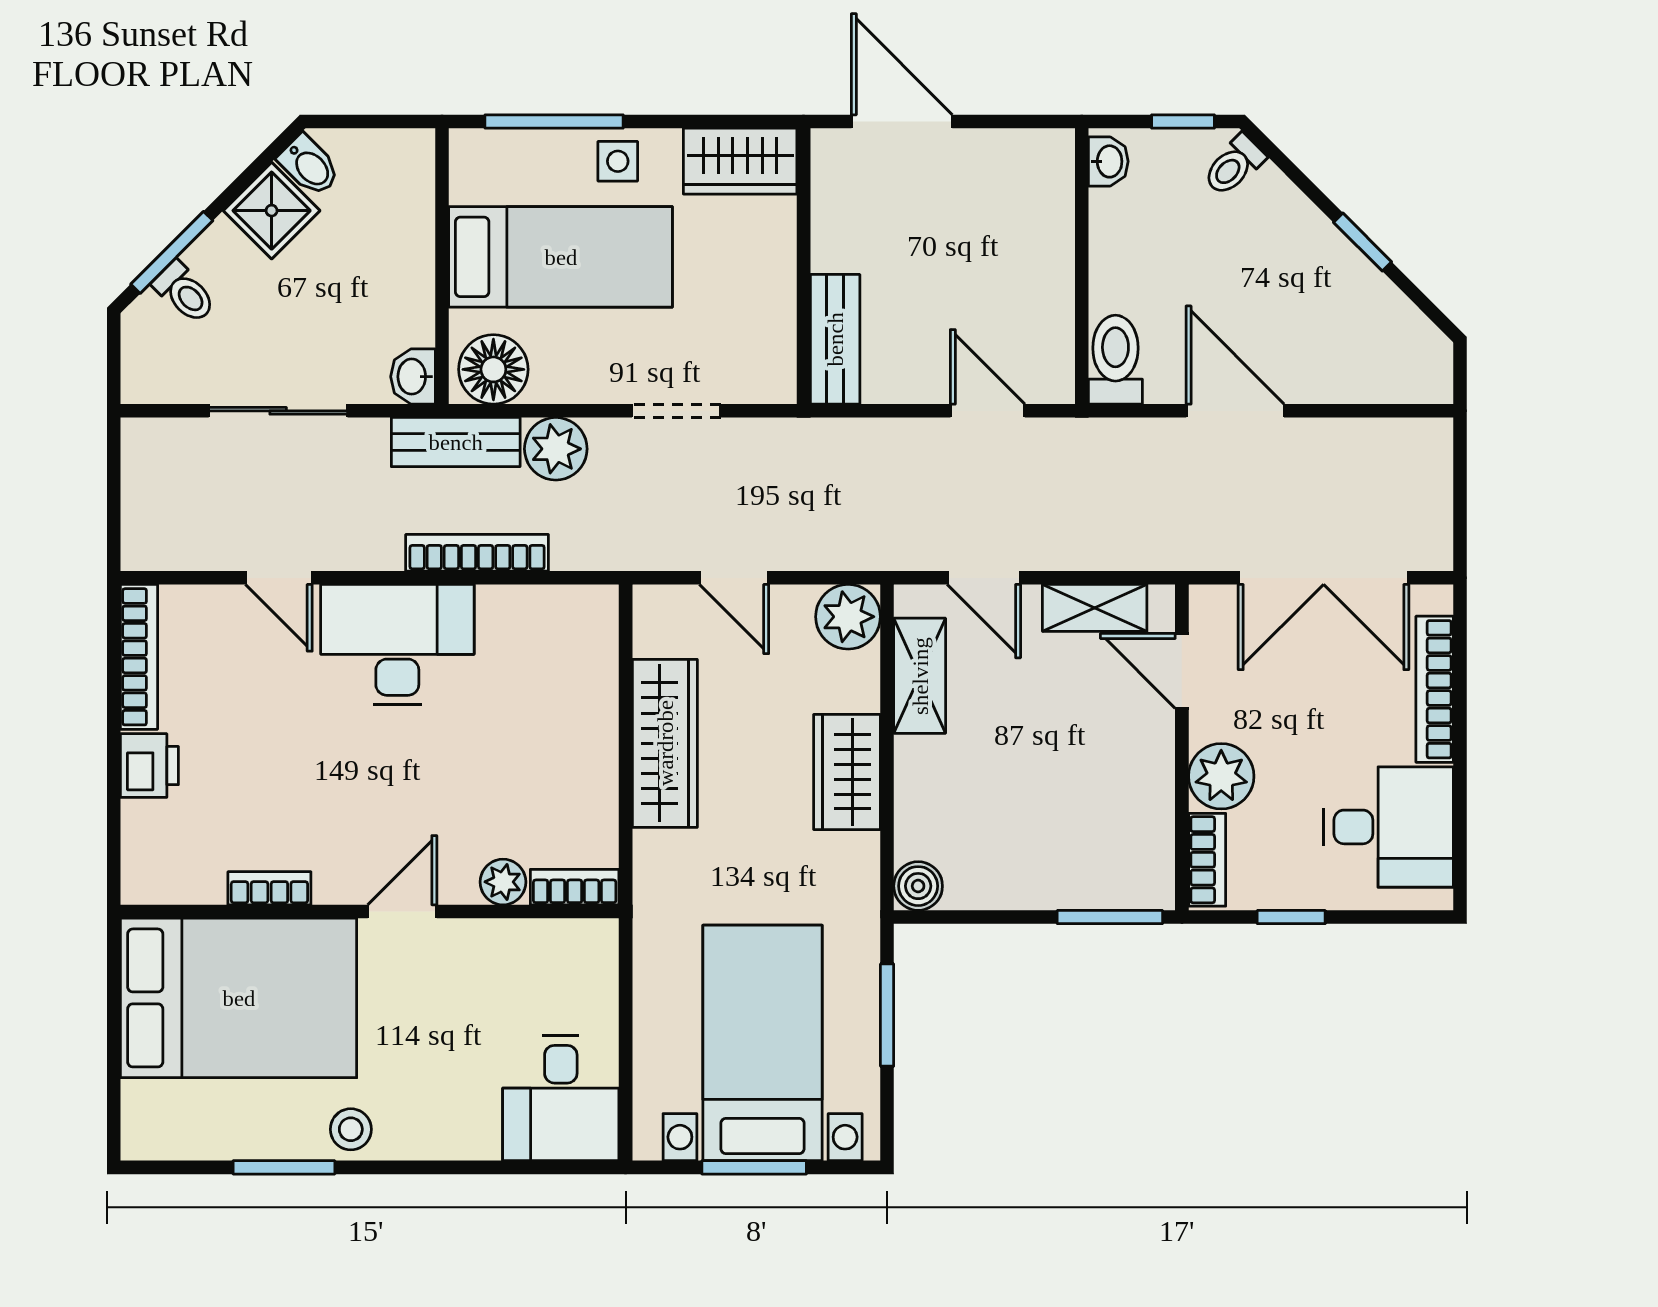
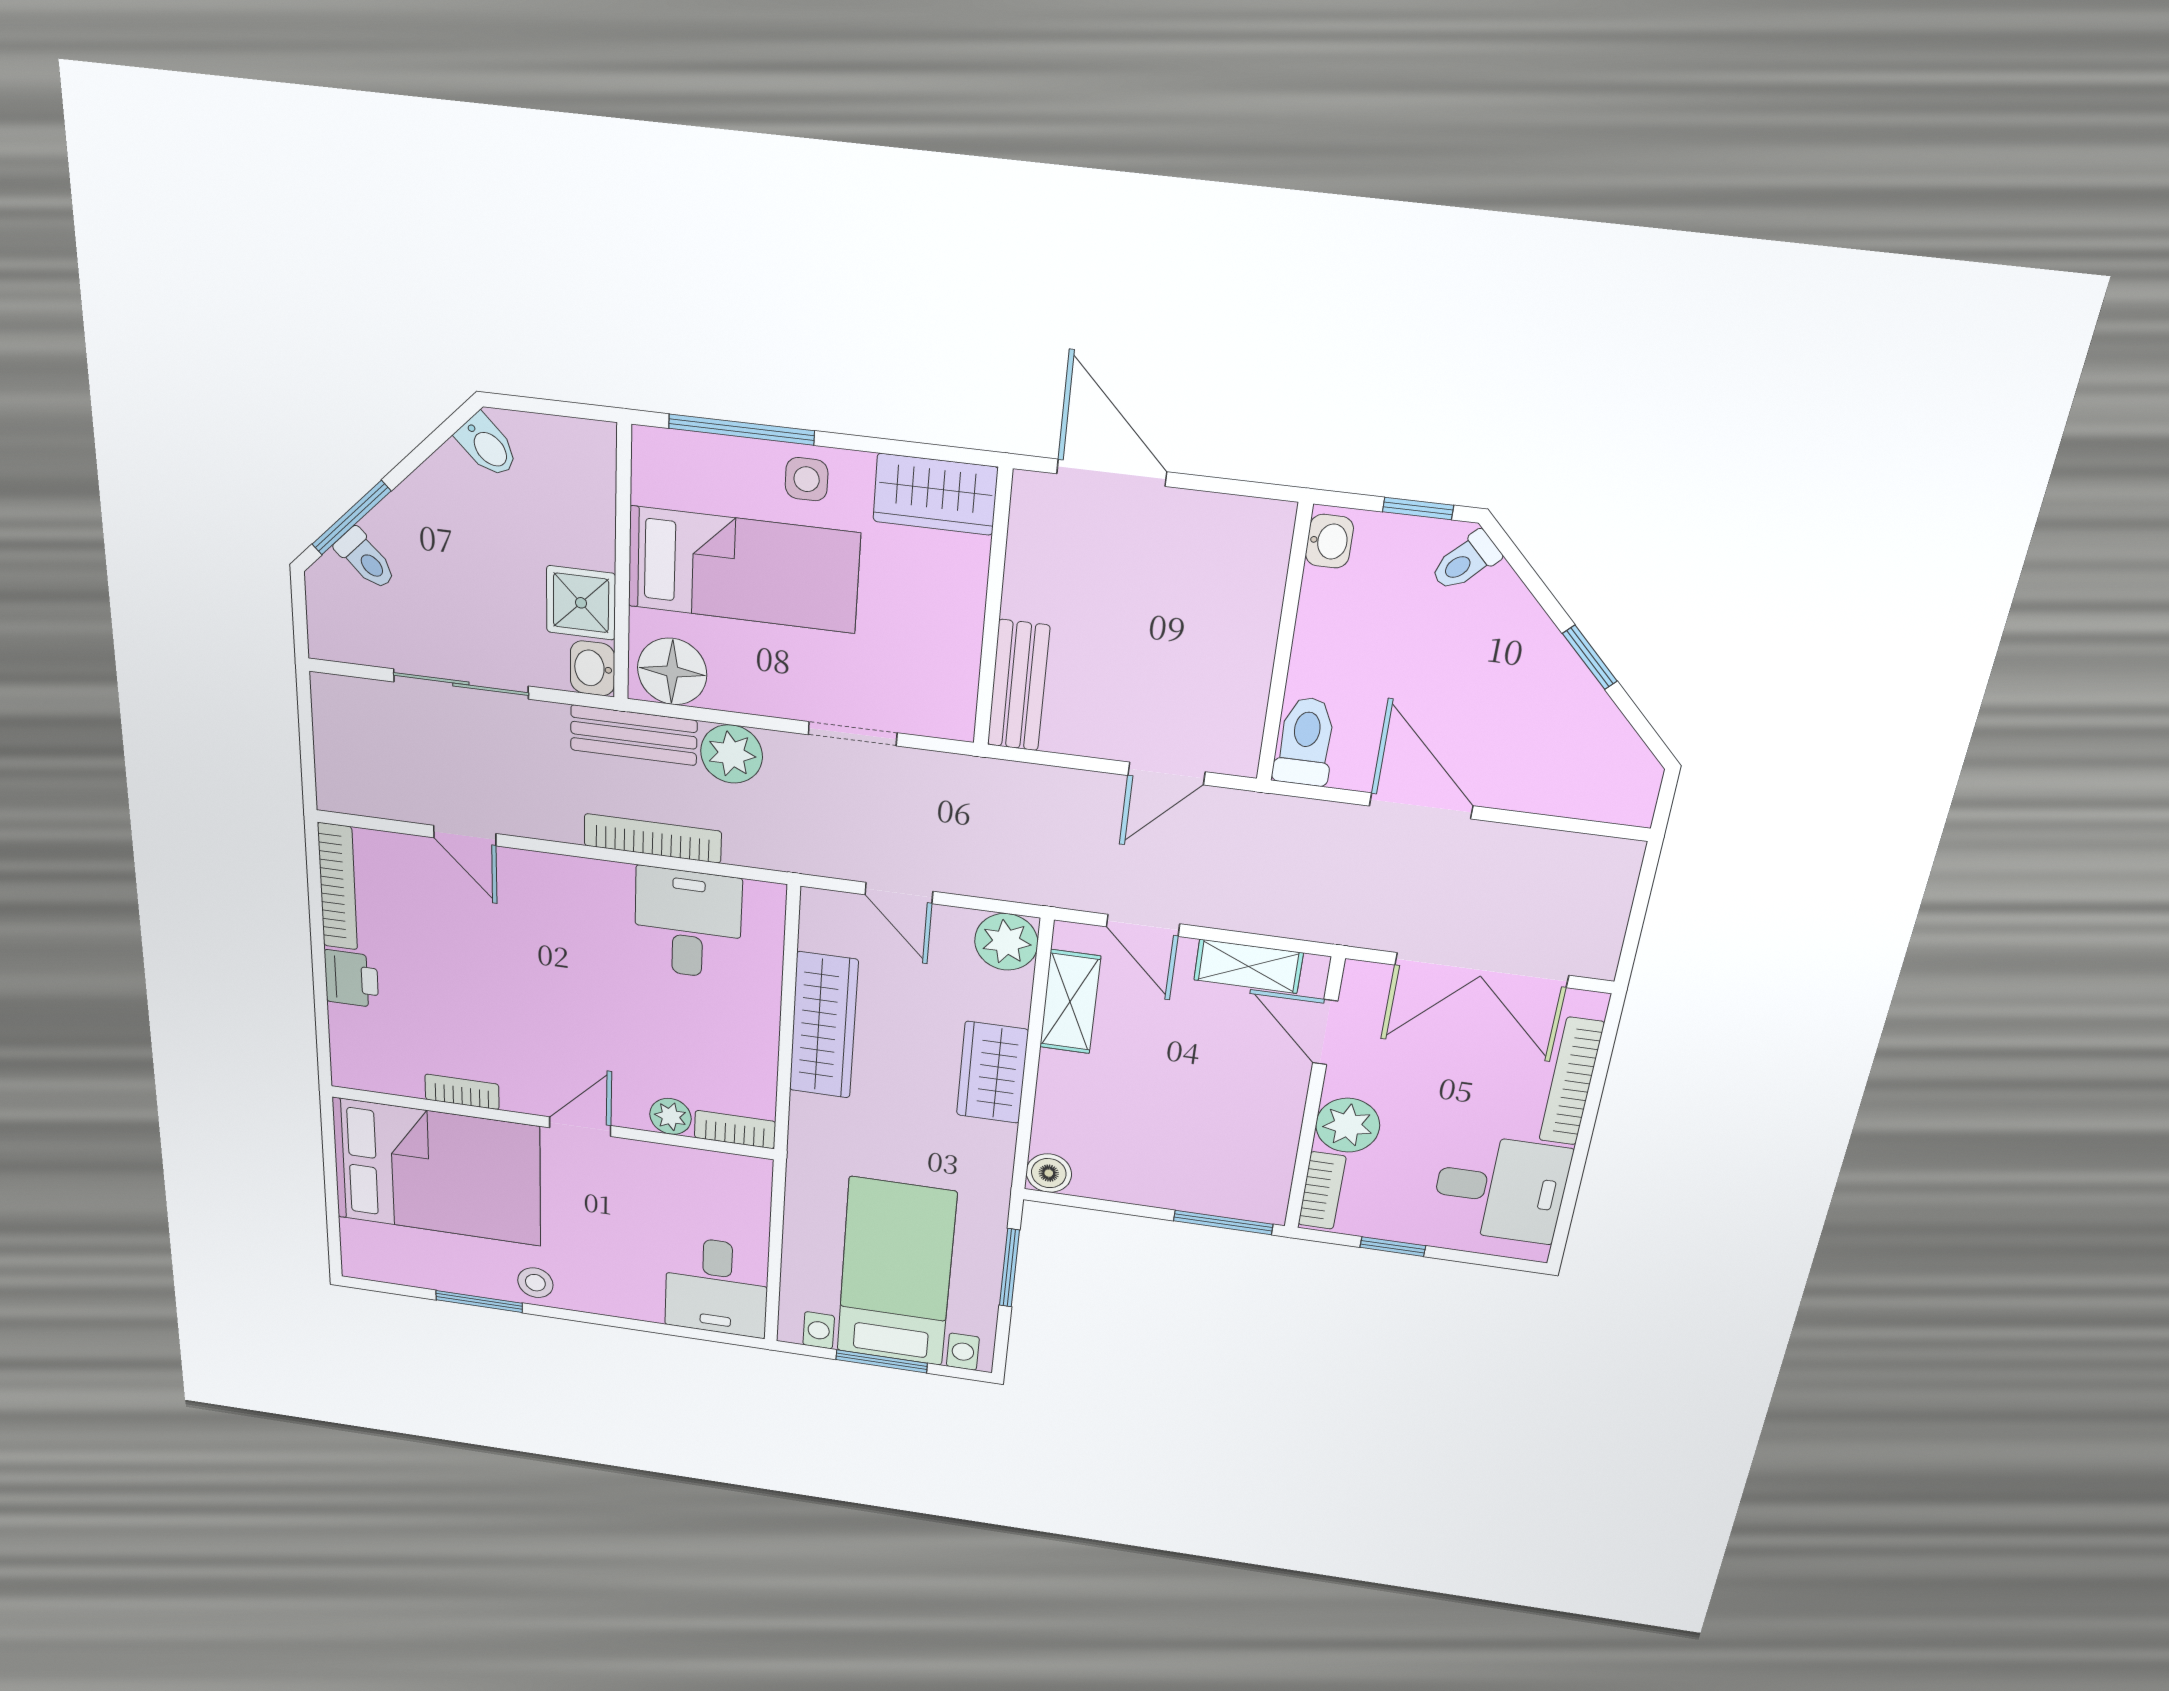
shower: (272, 211) -> (581, 603), moved, turned 45
door: (988, 411) -> (1166, 774), swing flipped
desk: (397, 645) -> (688, 923), moved, width x0.73

